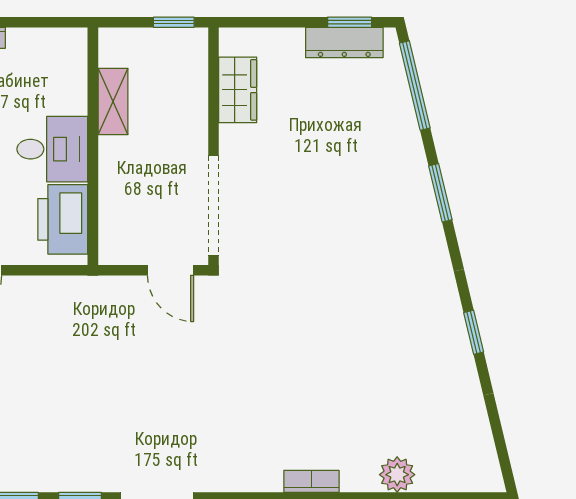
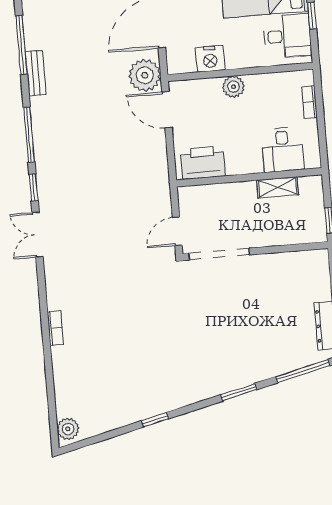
wardrobe: (238, 90) -> (291, 263), removed
desk: (52, 149) -> (283, 150), moved
plant: (397, 475) -> (68, 429), moved

